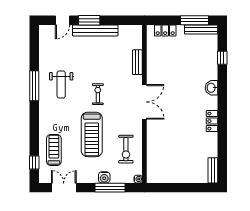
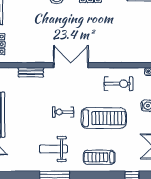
weight bench: (61, 84) -> (53, 149), turned 180
treadmill: (54, 150) -> (99, 157), moved

